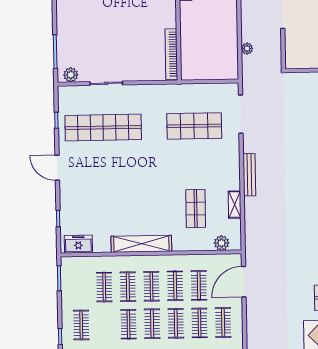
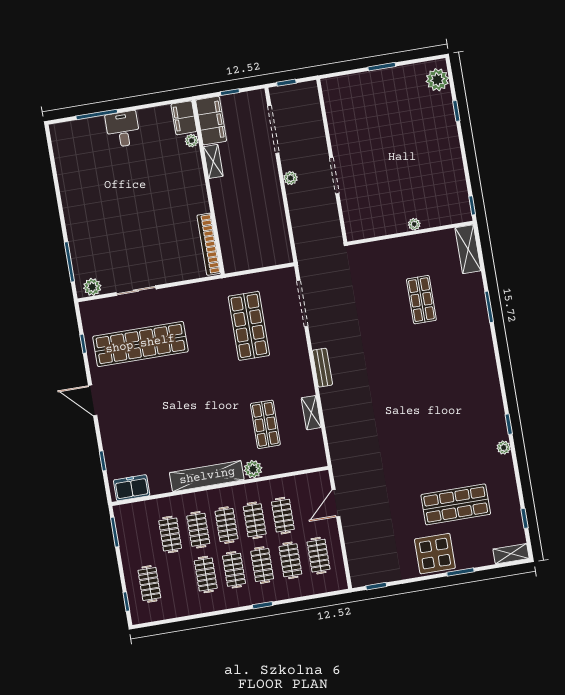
plant: (247, 48) -> (290, 178), moved
shop shelf: (194, 126) -> (249, 326), turned 90
bench: (249, 175) -> (322, 368), width x0.73
plant: (222, 243) -> (253, 469), moved
door: (244, 282) -> (336, 503), width x0.73

